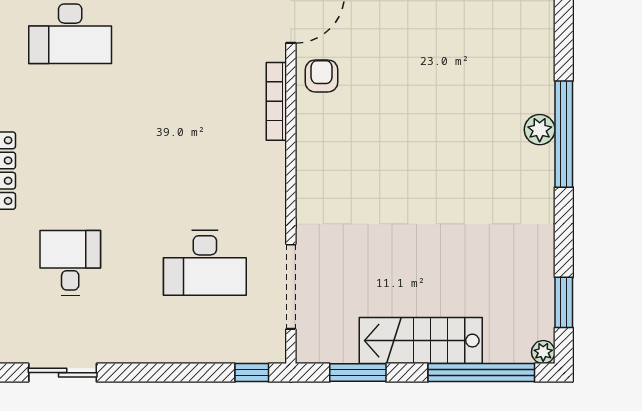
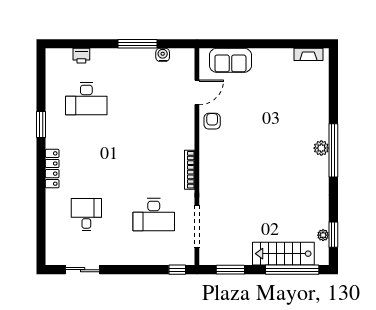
bookcase: (276, 101) -> (190, 170), moved
stairs: (421, 341) -> (283, 254), moved
plant: (543, 352) -> (323, 235), moved

